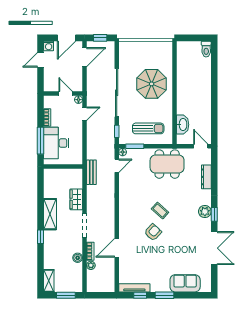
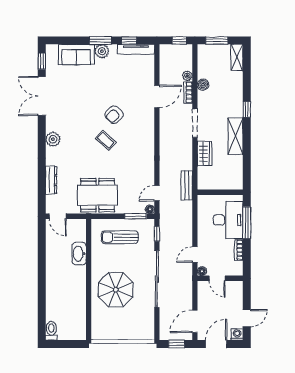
washbasin: (183, 125) -> (79, 254), moved
window: (214, 214) -> (42, 61), moved
plant: (163, 286) -> (102, 51), added
window: (98, 295) -> (179, 40), added

